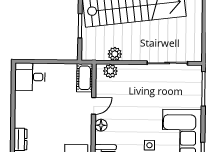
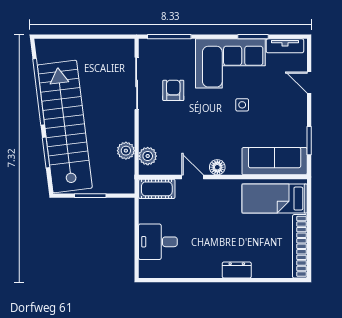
desk: (30, 77) -> (158, 242), moved, turned 90
armchair: (161, 92) -> (173, 90), added

